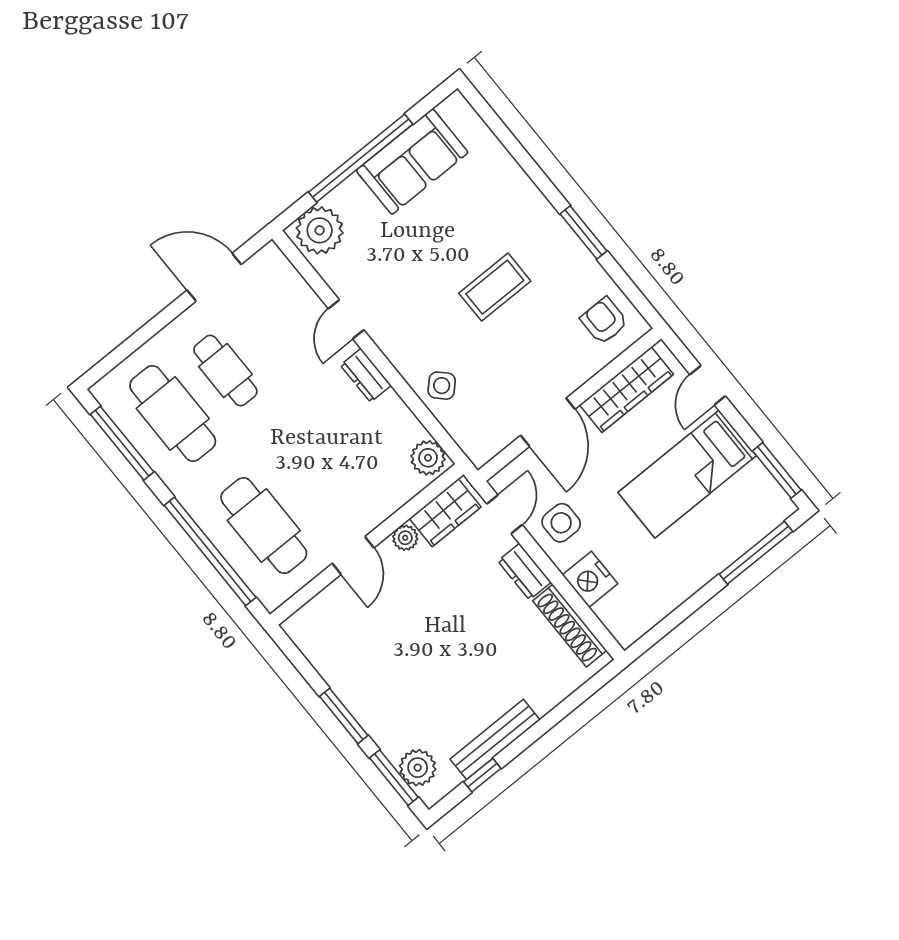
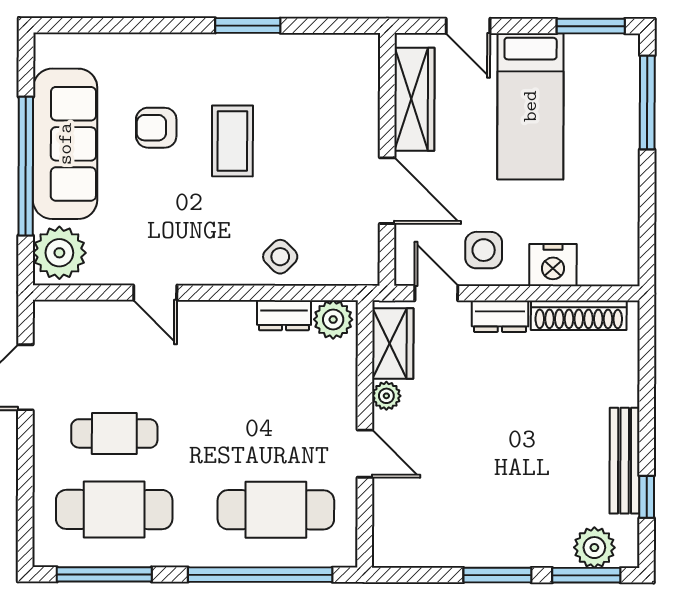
sofa: (412, 162) -> (65, 144), width x1.36
armchair: (604, 321) -> (156, 128), moved
dresser: (366, 375) -> (284, 315), moved

